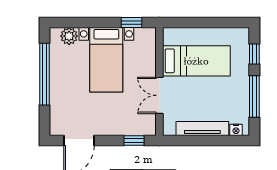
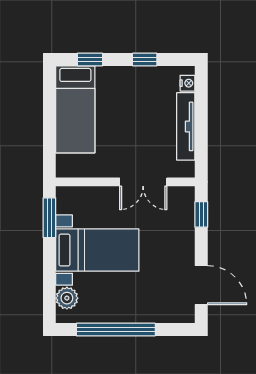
window: (131, 23) -> (49, 218), width x1.50
bed: (196, 61) -> (75, 109), moved, turned 180
window: (254, 97) -> (145, 59), width x0.46

